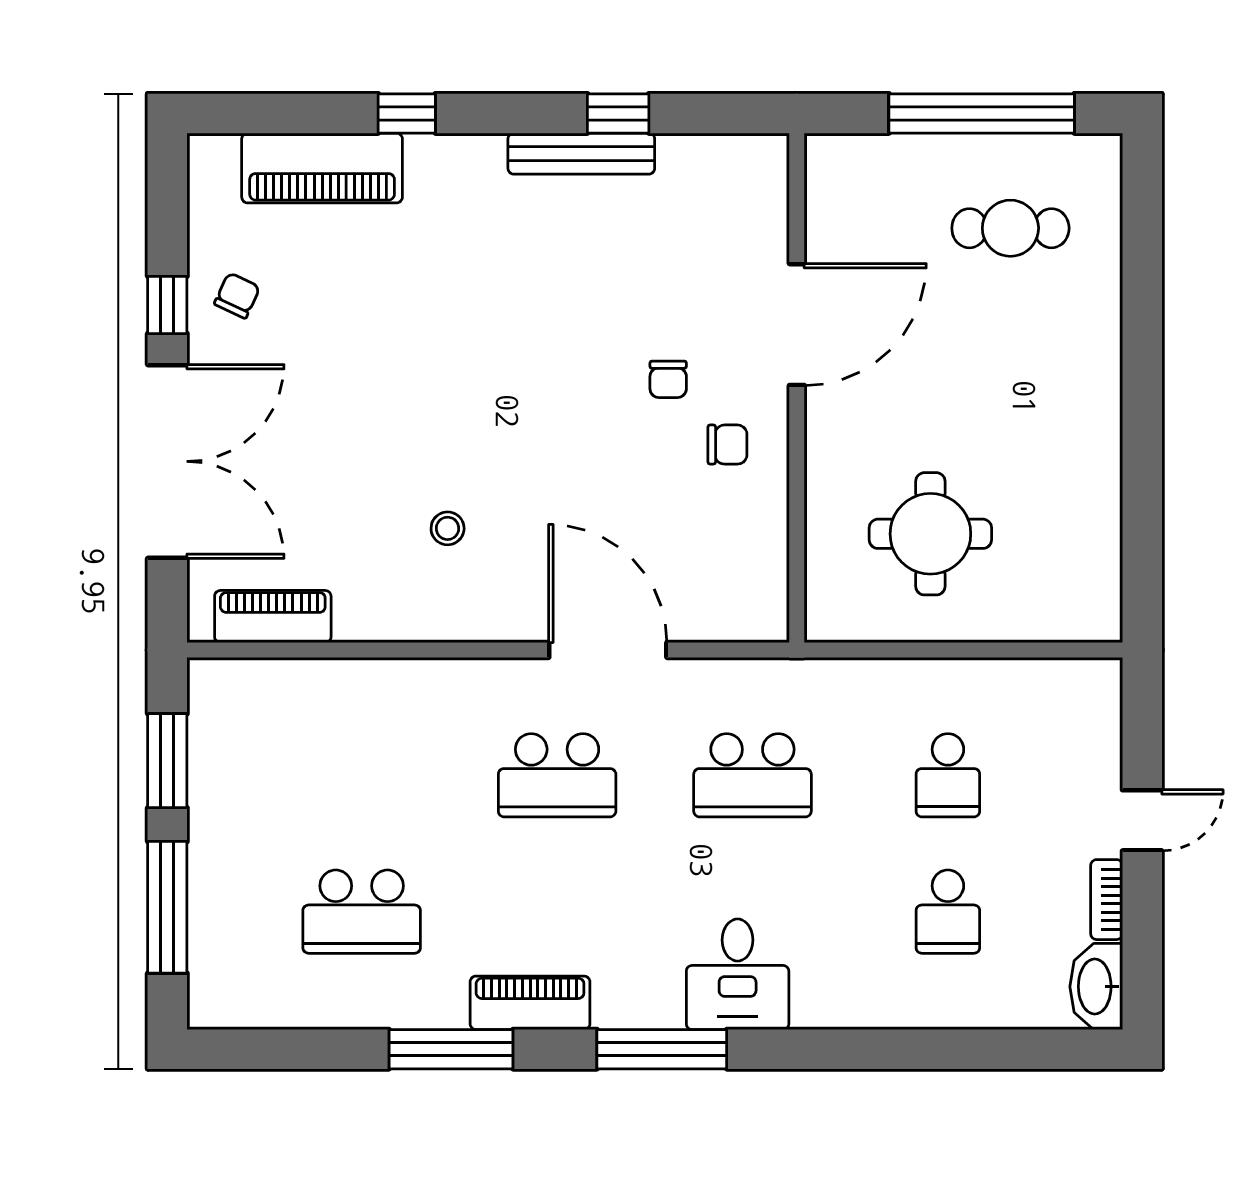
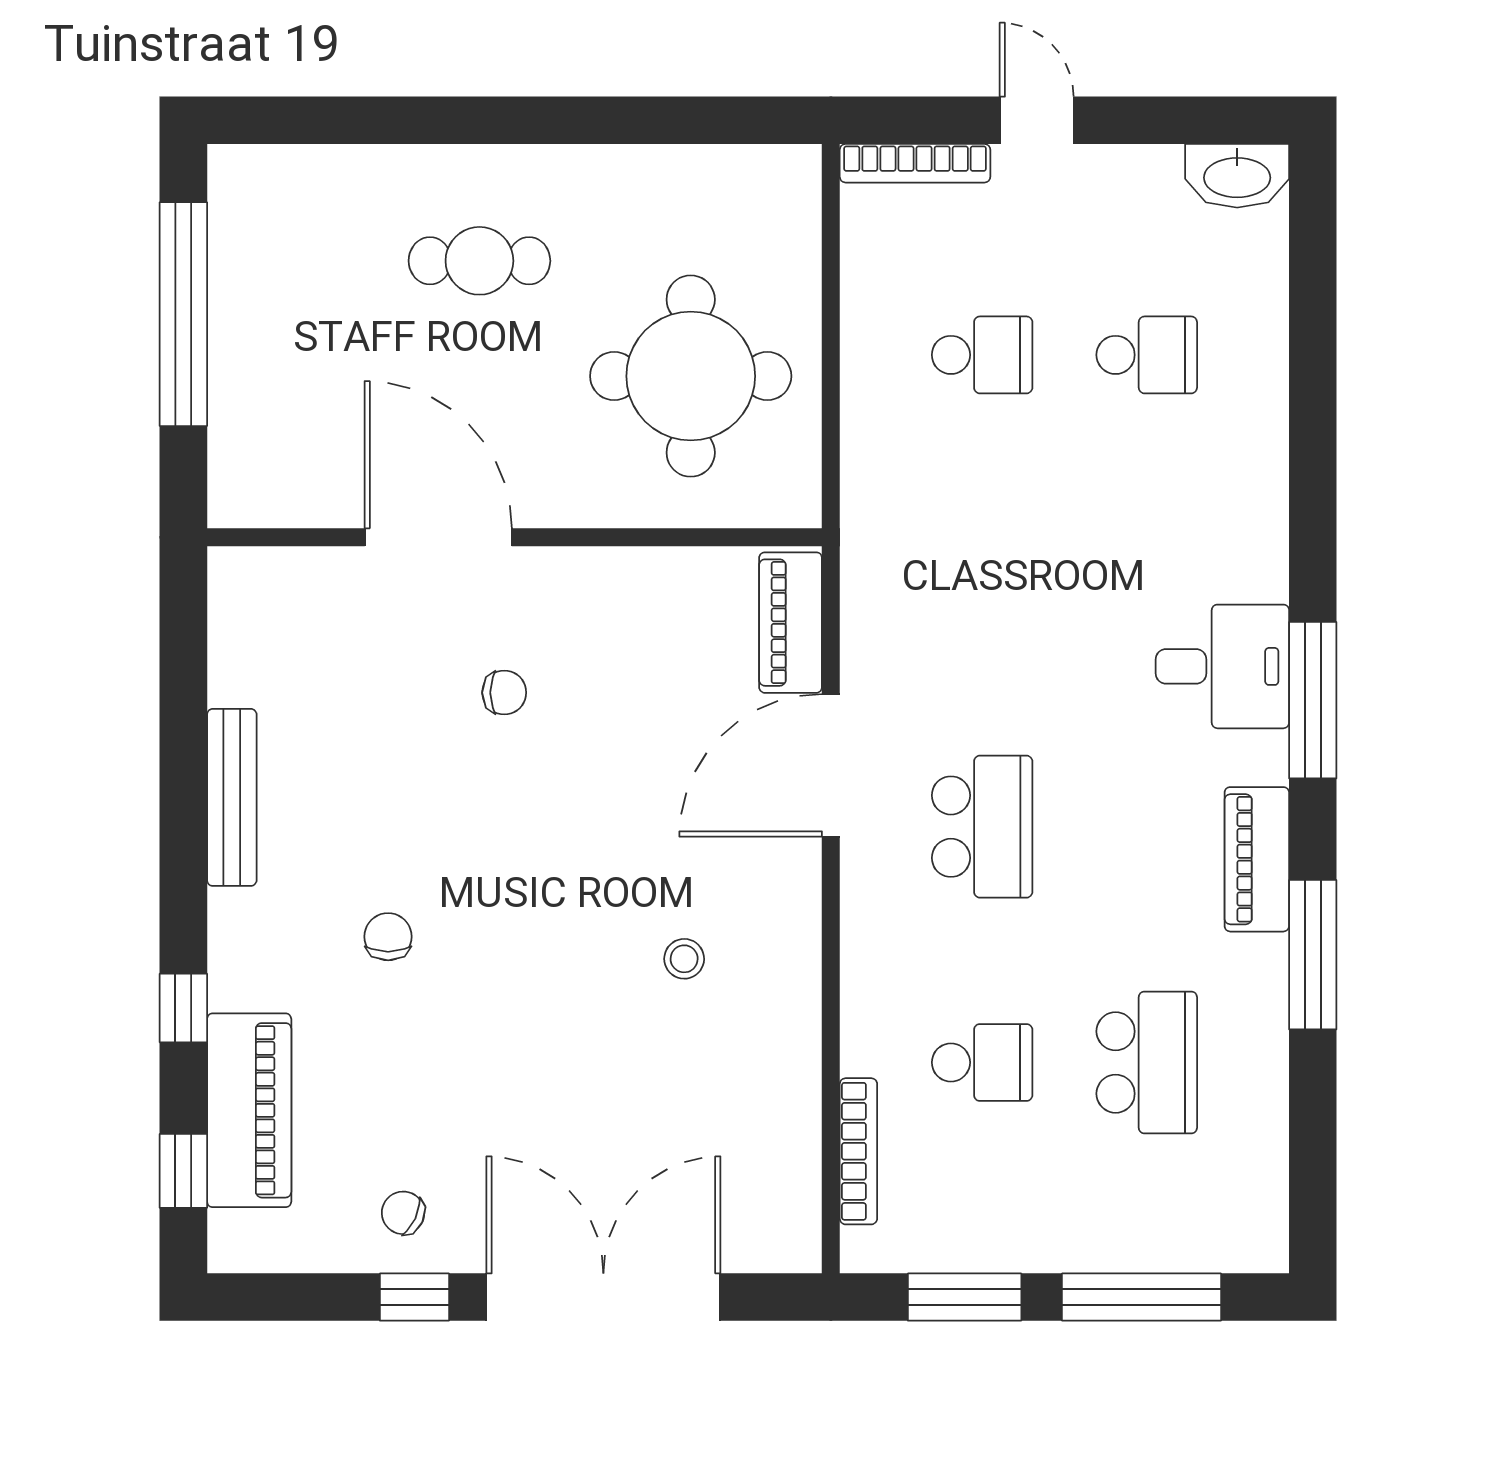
window: (618, 113) -> (183, 1171), moved
cafe table: (1010, 228) -> (479, 261), moved, turned 90
chair: (727, 445) -> (388, 937), moved
round table: (930, 534) -> (691, 376), width x1.36, depth x1.36
piano: (273, 617) -> (791, 623), moved
bookcase: (288, 673) -> (858, 1151), added
school desk: (752, 775) -> (982, 1062), moved, width x0.54
bookcase: (1107, 900) -> (915, 163), moved, width x1.56
desk: (738, 974) -> (1222, 666), moved

